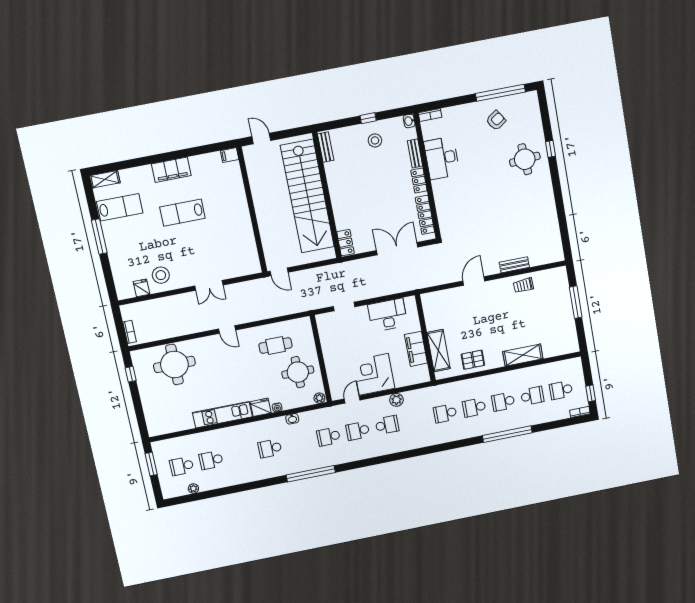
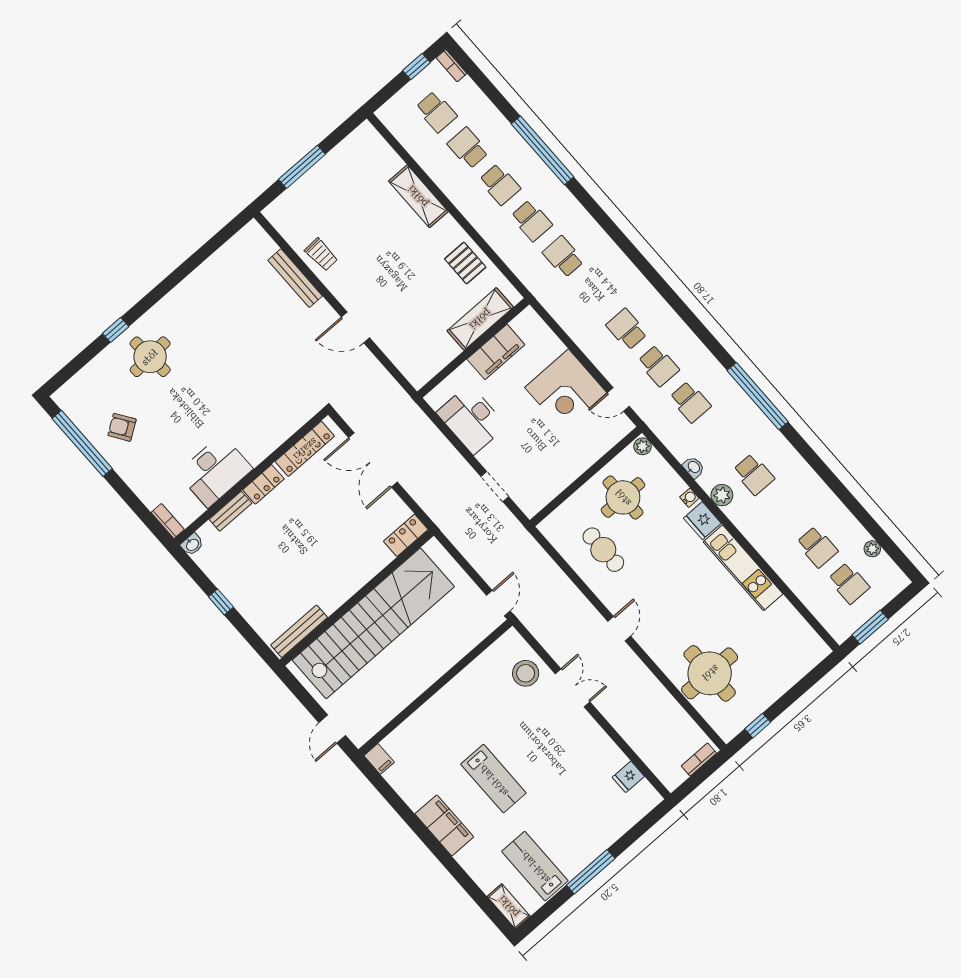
stool: (375, 140) -> (245, 575), removed
bench: (326, 147) -> (299, 631), width x1.36
bench: (514, 265) -> (295, 278), width x1.36
stool: (161, 275) -> (526, 673), moved
plant: (396, 400) -> (722, 495), moved
school desk: (445, 413) -> (563, 257), turned 180

